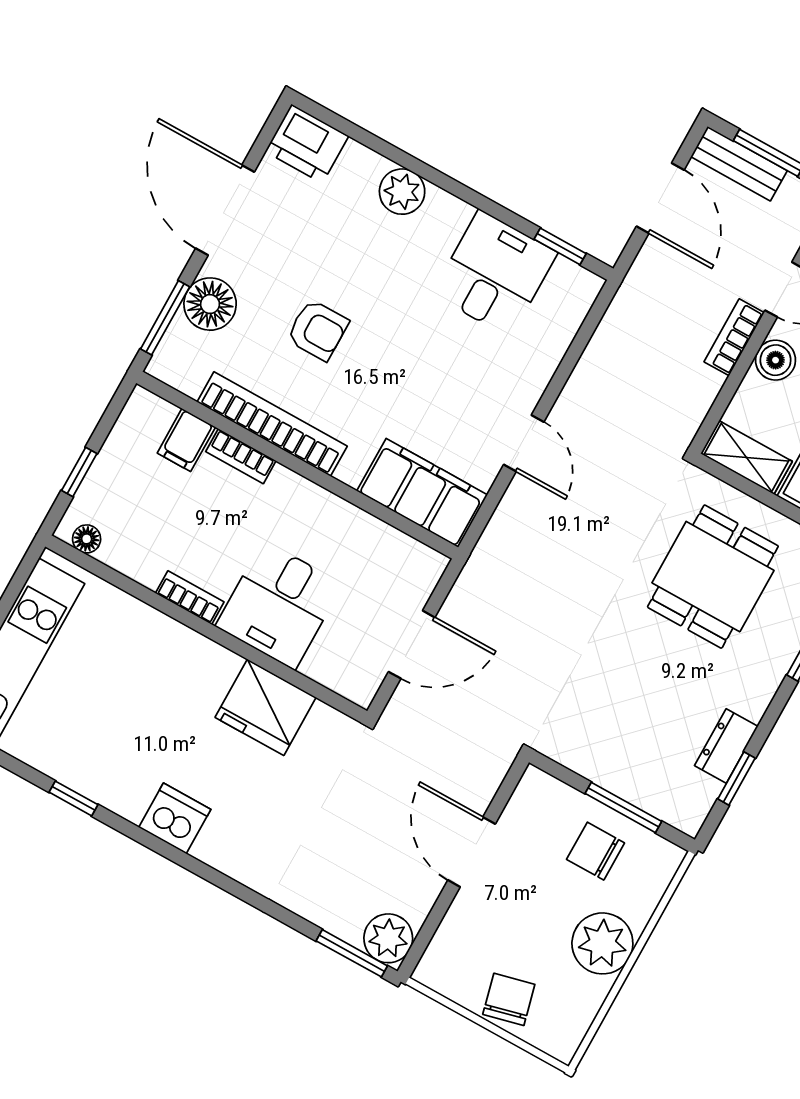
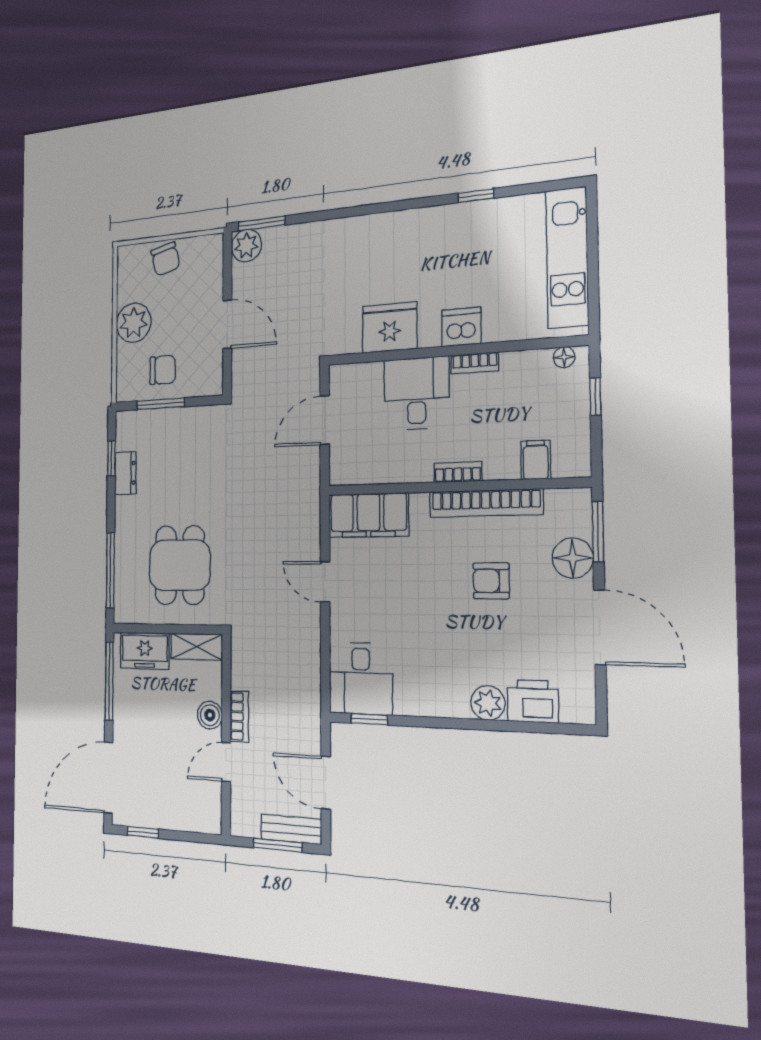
printer: (307, 144) -> (533, 701), moved
desk: (495, 273) -> (361, 678), moved
bookcase: (241, 456) -> (458, 472), moved
dishwasher: (175, 818) -> (461, 327), moved, turned 180

